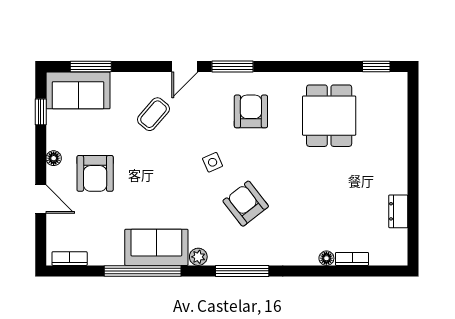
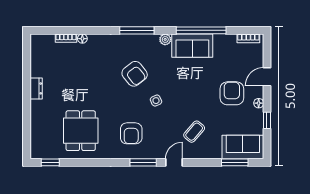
window: (41, 112) -> (267, 120), moved
door: (41, 199) -> (267, 77), hinge flipped
dresser: (398, 211) -> (36, 88), moved

